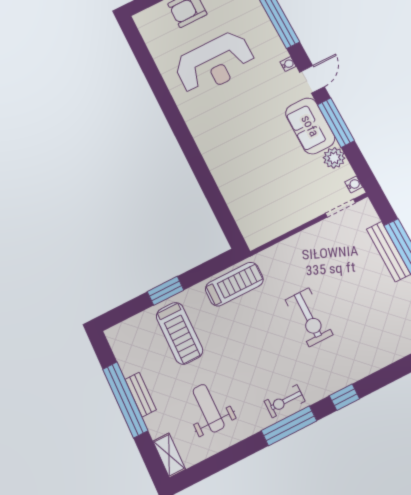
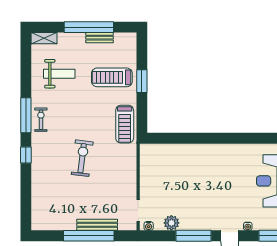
sofa: (310, 126) -> (200, 219), removed
exercise bike: (309, 317) -> (82, 158), turned 97
bench: (141, 395) -> (99, 38), moved

